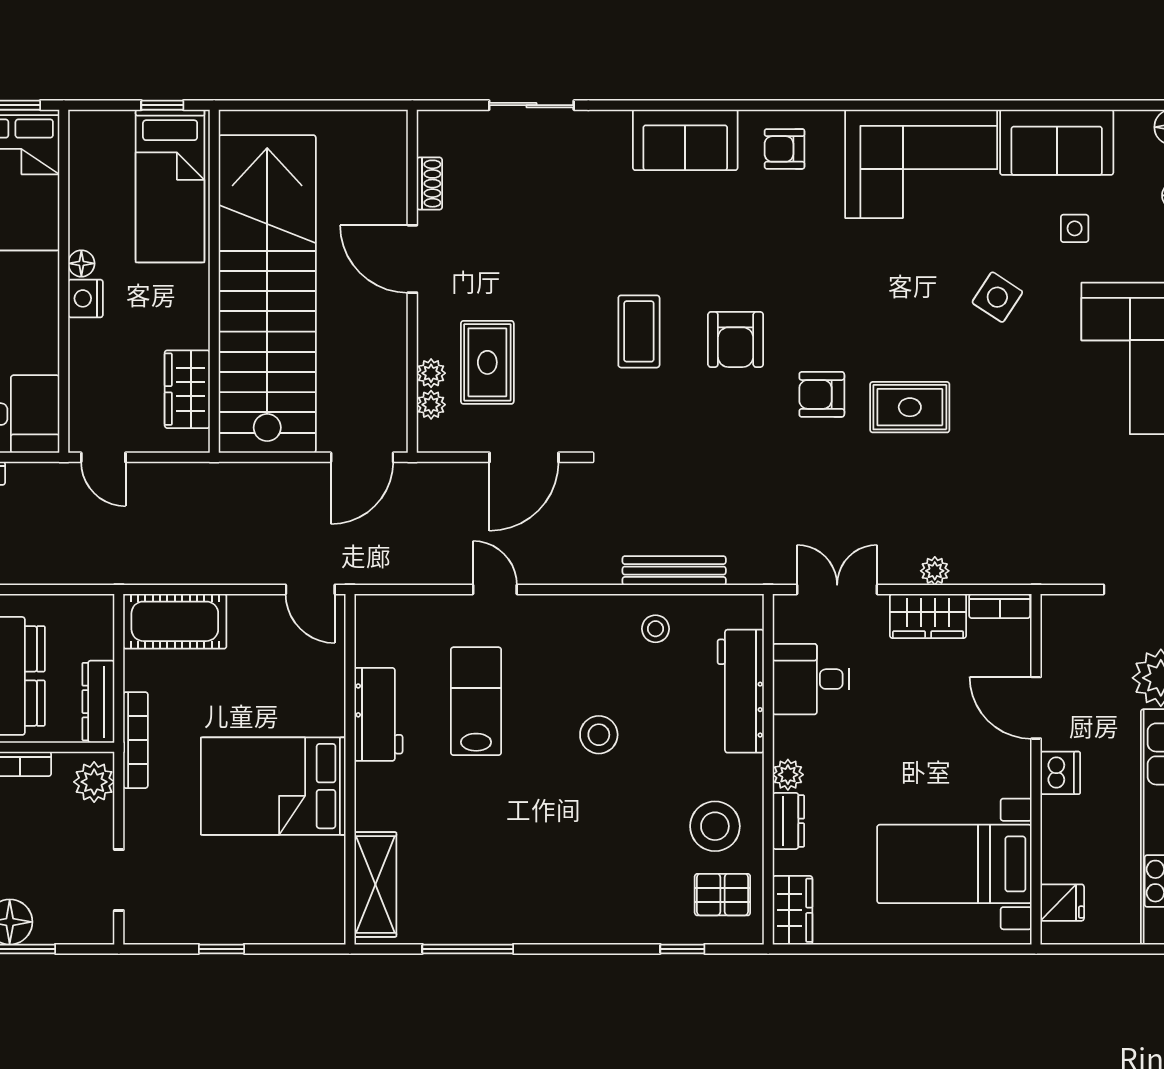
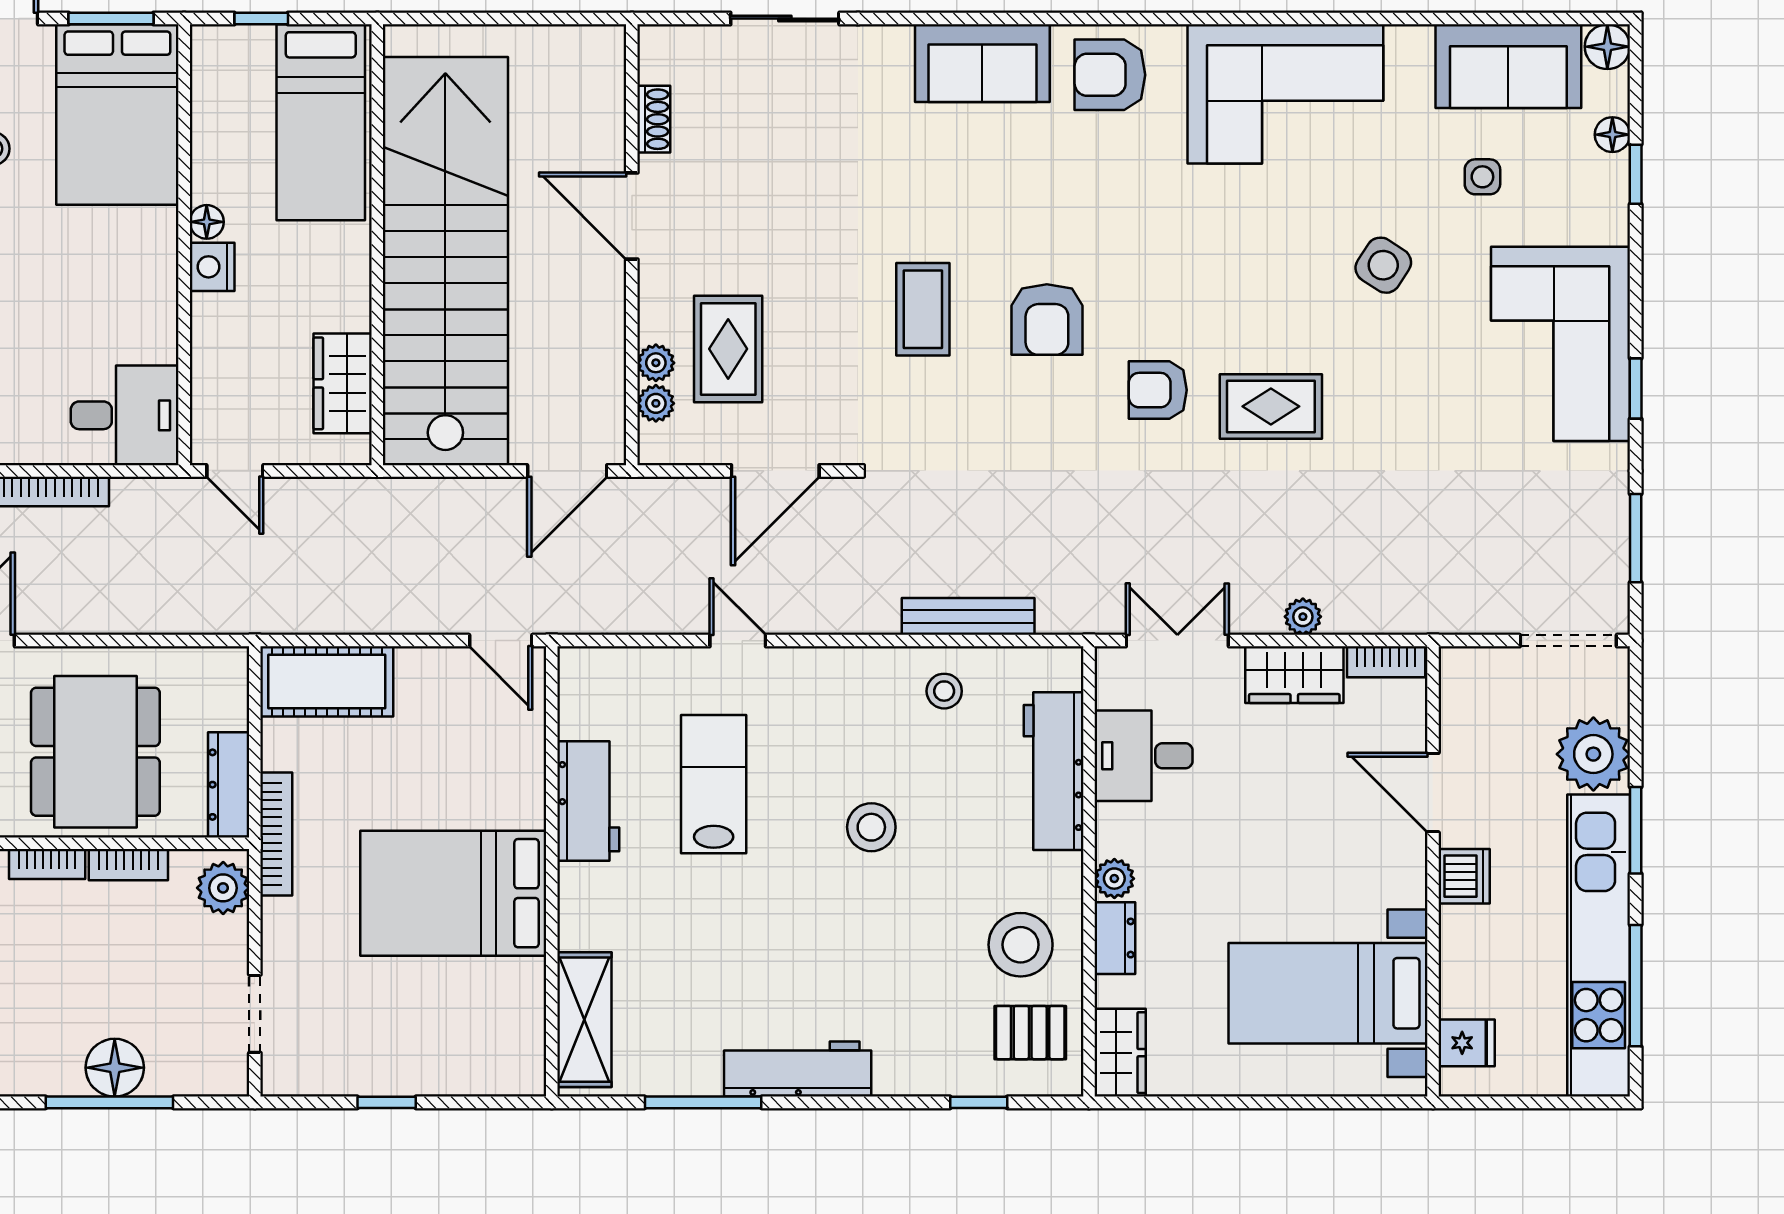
window: (162, 105) -> (261, 19), moved
sofa: (1057, 142) -> (1508, 66), moved
armchair: (785, 149) -> (1110, 75), width x1.38, depth x1.38
workbench: (541, 923) -> (798, 1069), added

